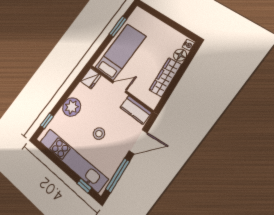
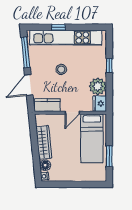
plant: (72, 107) -> (98, 86), moved
window: (47, 121) -> (109, 65), moved
window: (84, 186) -> (59, 27), moved

